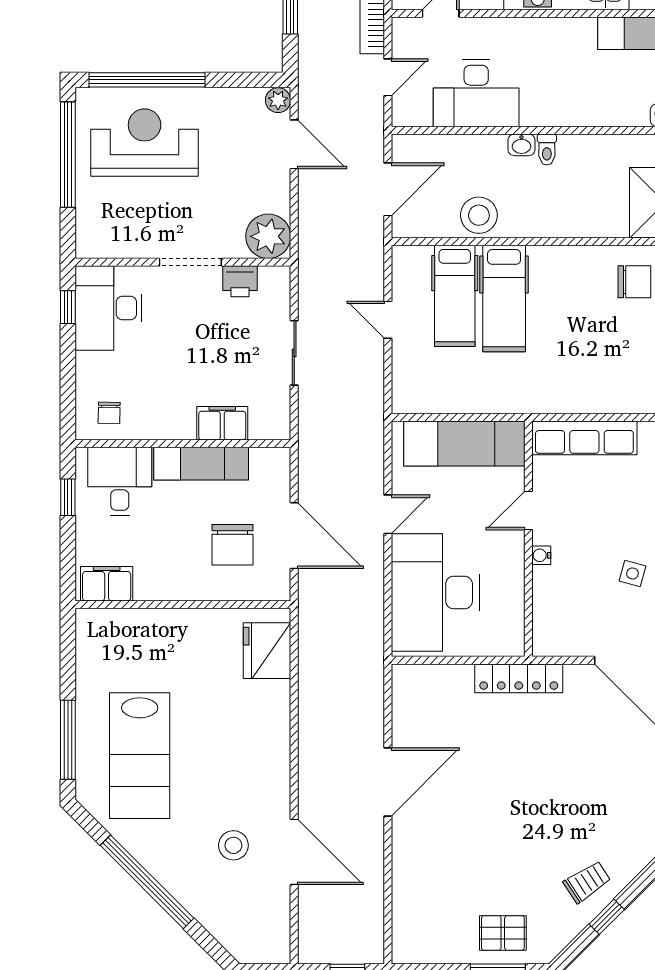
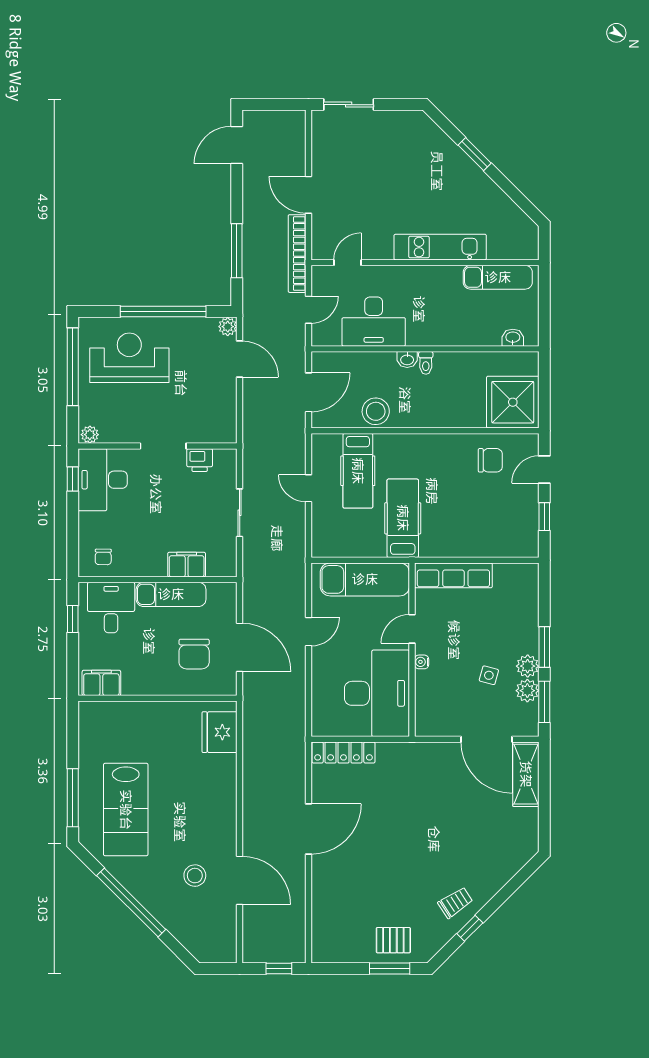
window: (147, 80) -> (163, 312), moved
plant: (268, 236) -> (90, 435), moved, width x0.53, depth x0.53
hospital bed: (504, 299) -> (403, 518), moved, turned 180
desk: (435, 592) -> (377, 693), moved, turned 180
locker: (519, 678) -> (343, 753), moved

